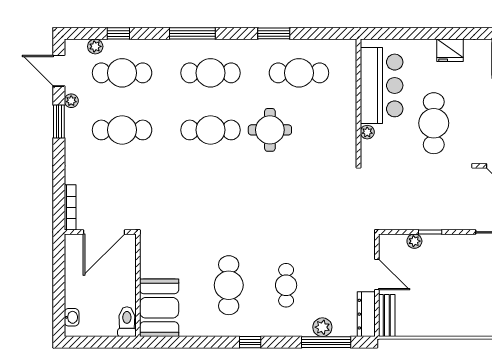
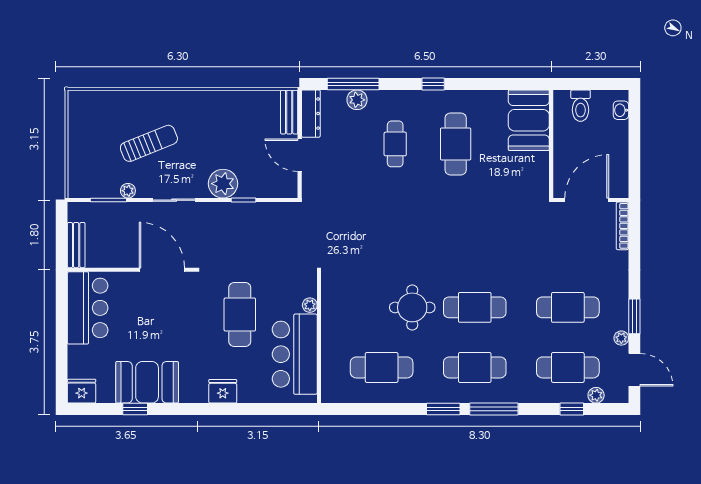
window: (274, 33) -> (443, 409), moved
plant: (414, 241) -> (223, 184), moved, width x1.88, depth x1.88
toilet: (127, 322) -> (580, 106), moved

